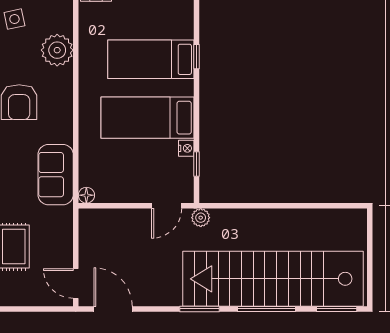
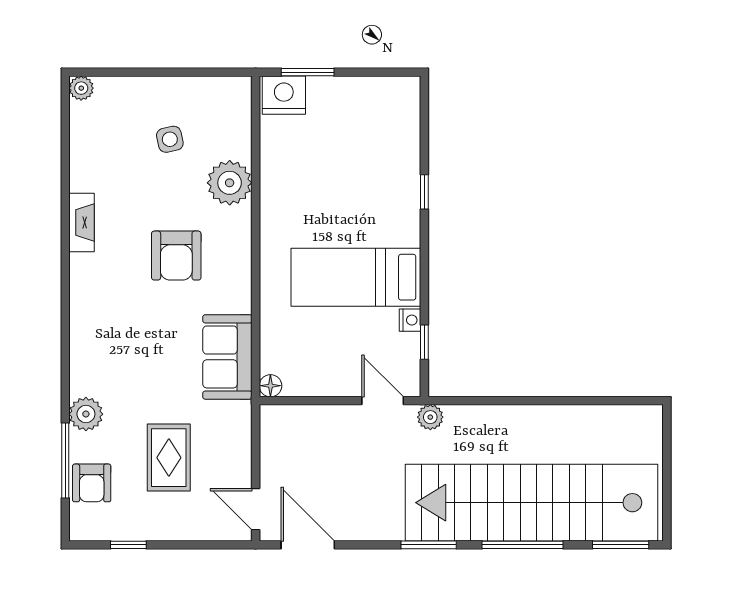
bed: (151, 59) -> (361, 196), removed
door: (167, 206) -> (383, 401), swing flipped

